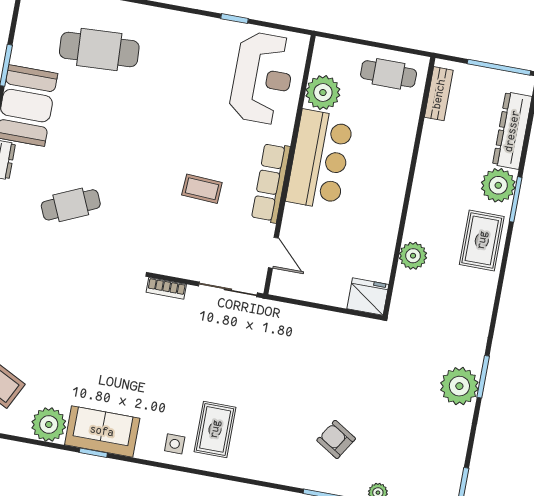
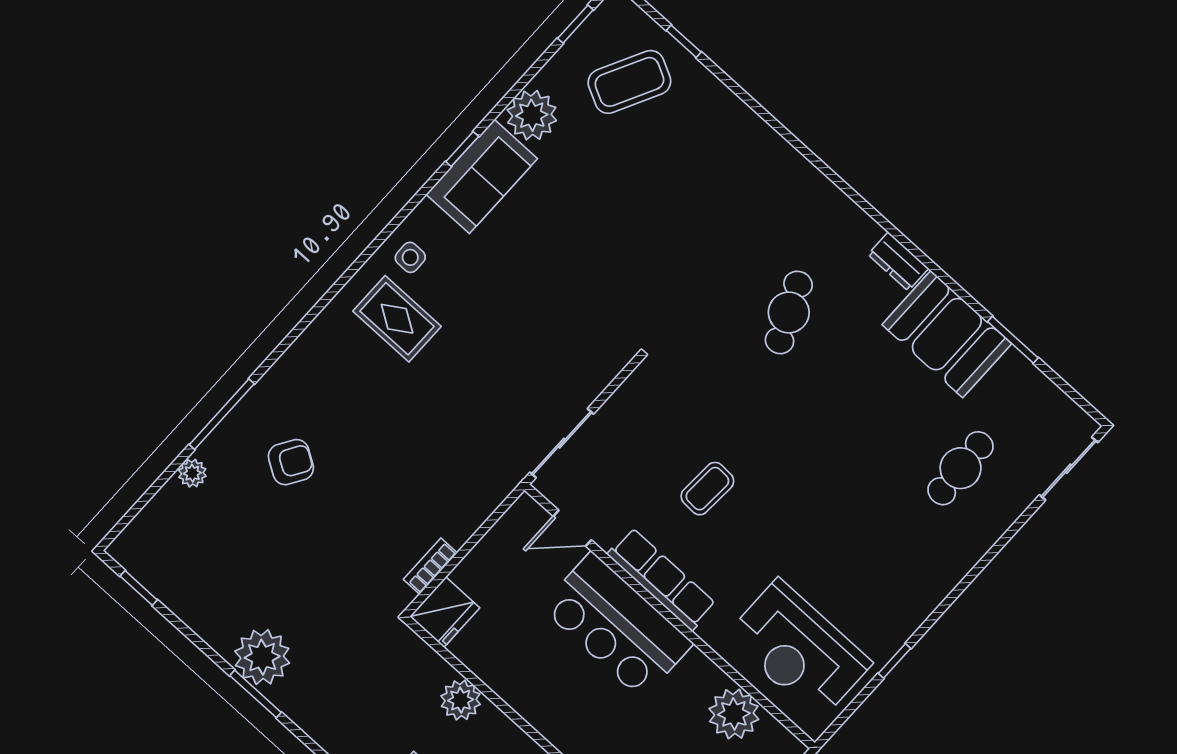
cafe table: (99, 49) -> (961, 468), width x0.73, depth x0.74
bar counter: (320, 160) -> (617, 625), moved
bookcase: (166, 288) -> (430, 566), moved

